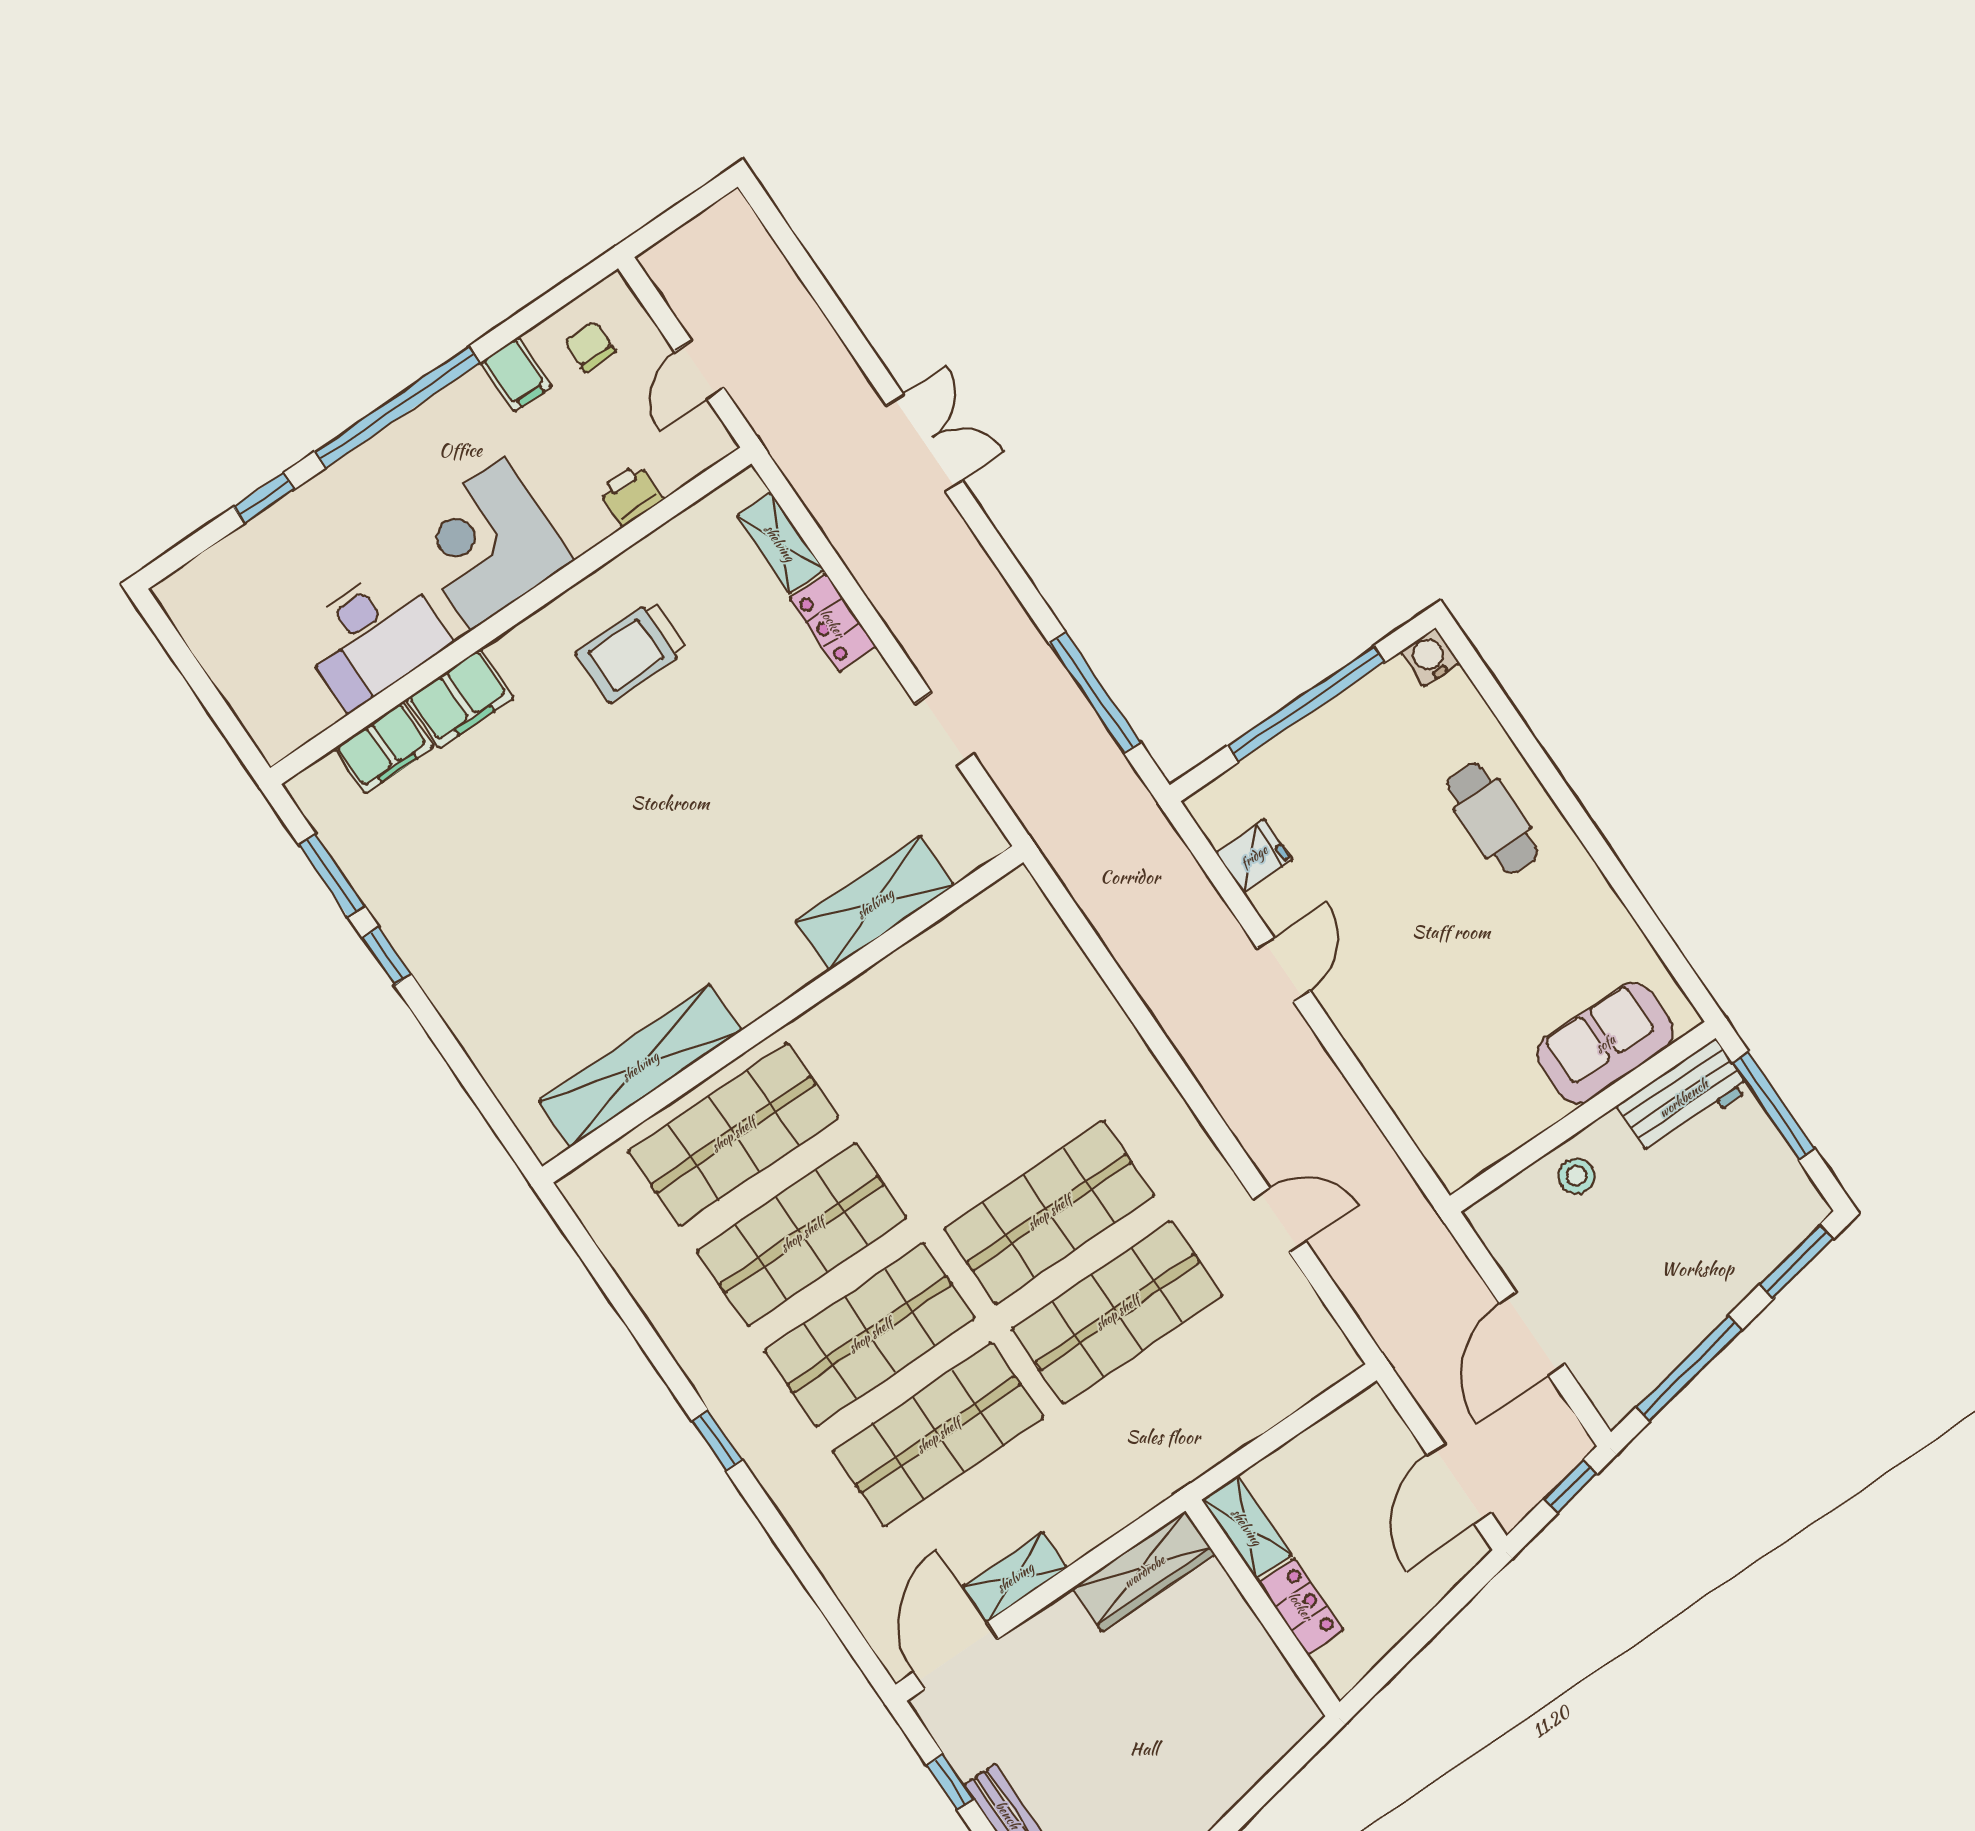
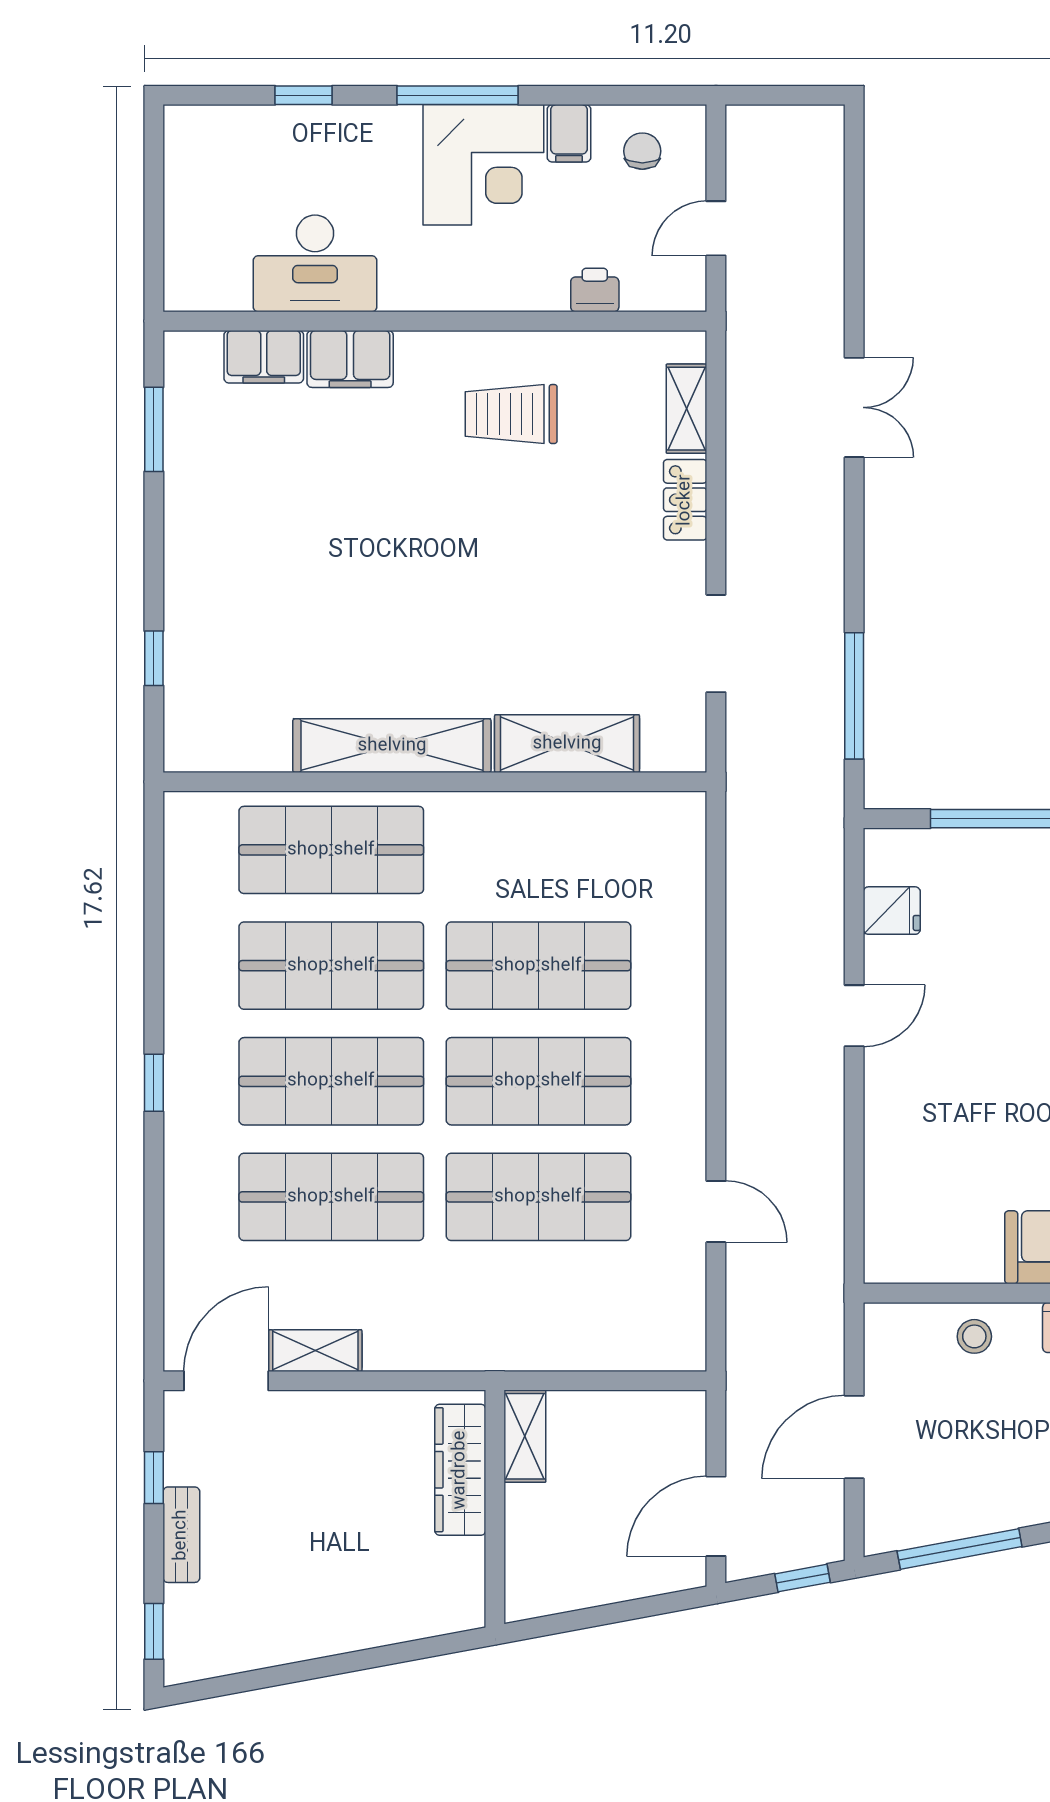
window: (397, 407) -> (458, 95), width x0.68
corner desk: (488, 544) -> (483, 165), moved, turned 180
doorway: (944, 729) -> (716, 644), width x1.38
window: (387, 956) -> (154, 658), moved
shelving: (640, 1066) -> (392, 746), moved
shop shelf: (981, 1112) -> (538, 966), added
wardrobe: (1144, 1571) -> (460, 1470), moved, turned 90
locker: (1301, 1606) -> (525, 1528), removed

